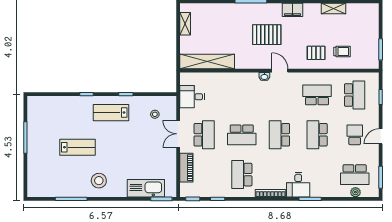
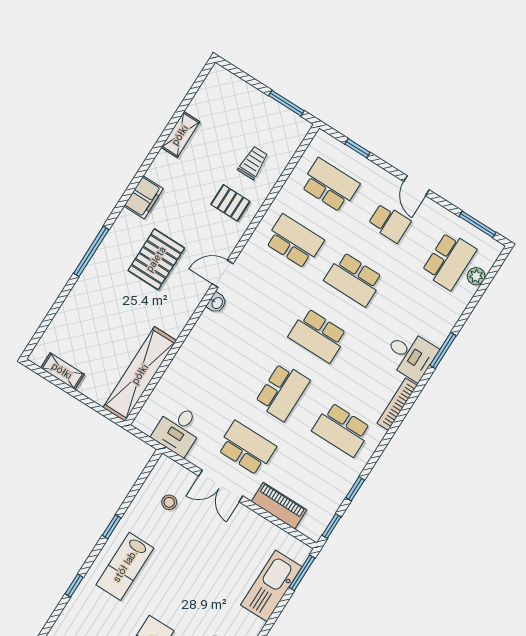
pallet: (316, 53) -> (230, 203), turned 90
school desk: (317, 95) -> (294, 241), turned 90
school desk: (355, 135) -> (389, 223), turned 180

